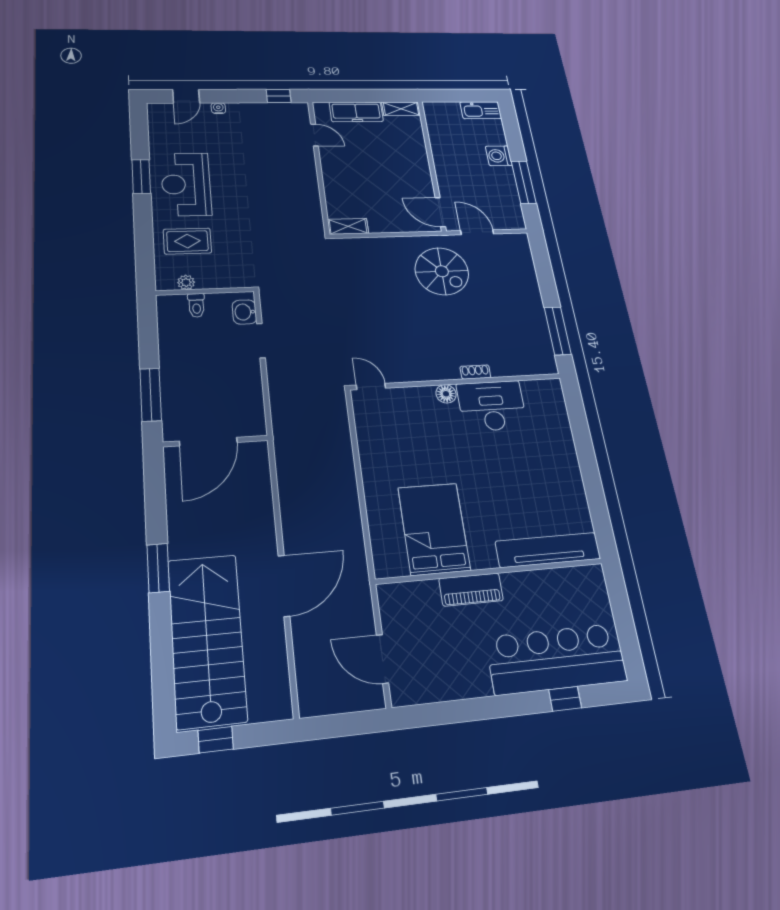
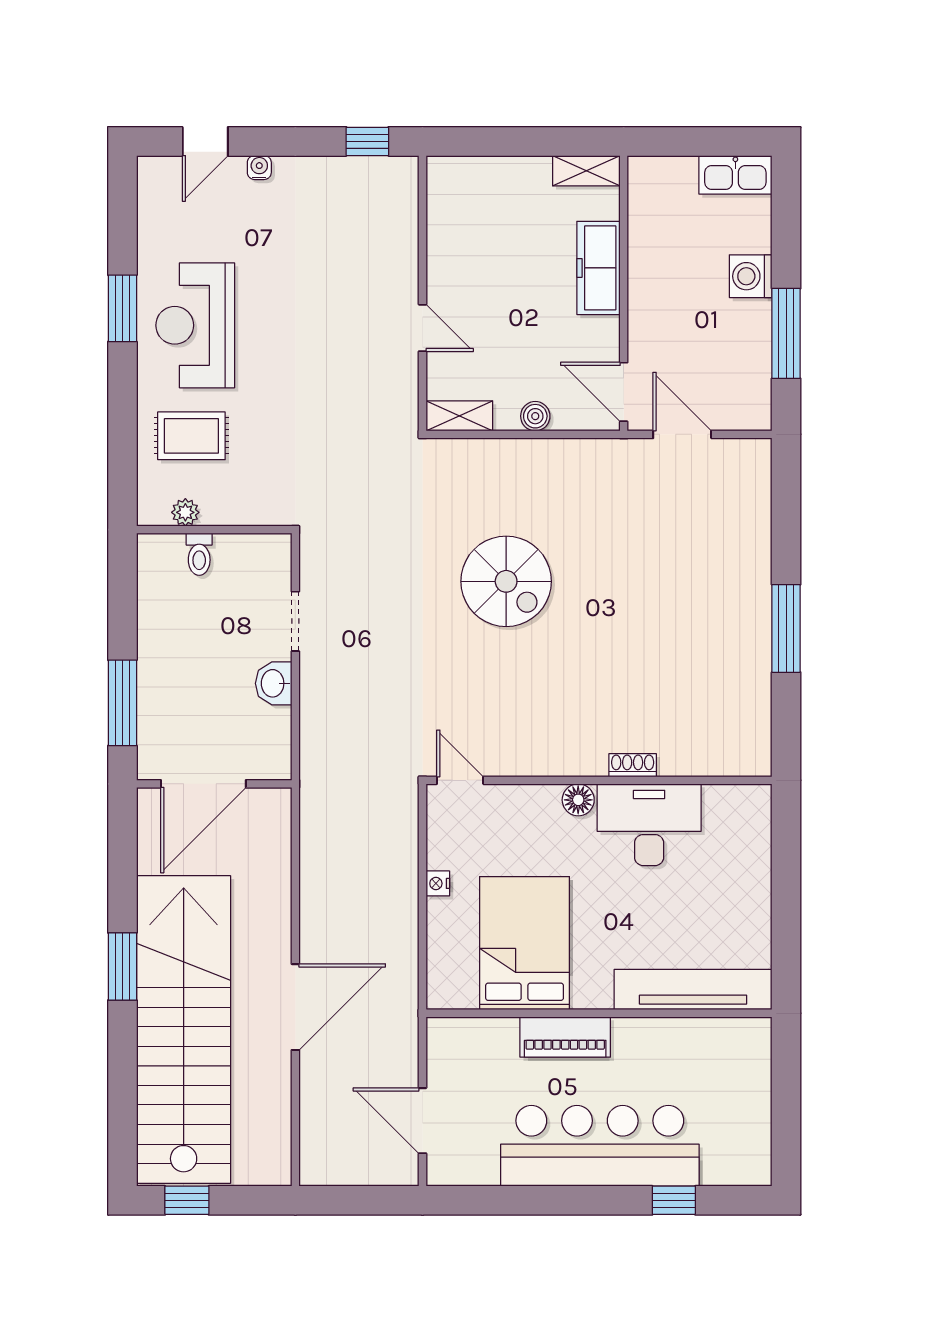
freezer: (356, 112) -> (599, 268), moved, turned 90
door: (314, 135) -> (422, 328), moved
boiler: (392, 225) -> (535, 416), added
spiral stairs: (442, 271) -> (506, 581), moved
washbasin: (244, 312) -> (274, 683), moved
shoe rack: (475, 372) -> (633, 765), moved
wall: (457, 382) -> (599, 780), moved
door: (371, 387) -> (460, 780), moved
floor lamp: (446, 394) -> (578, 800), moved
desk: (492, 406) -> (649, 825), moved
nightstand: (371, 494) -> (438, 883), added
stairs: (207, 639) -> (184, 1029), width x1.36
bar counter: (556, 659) -> (600, 1146), moved

